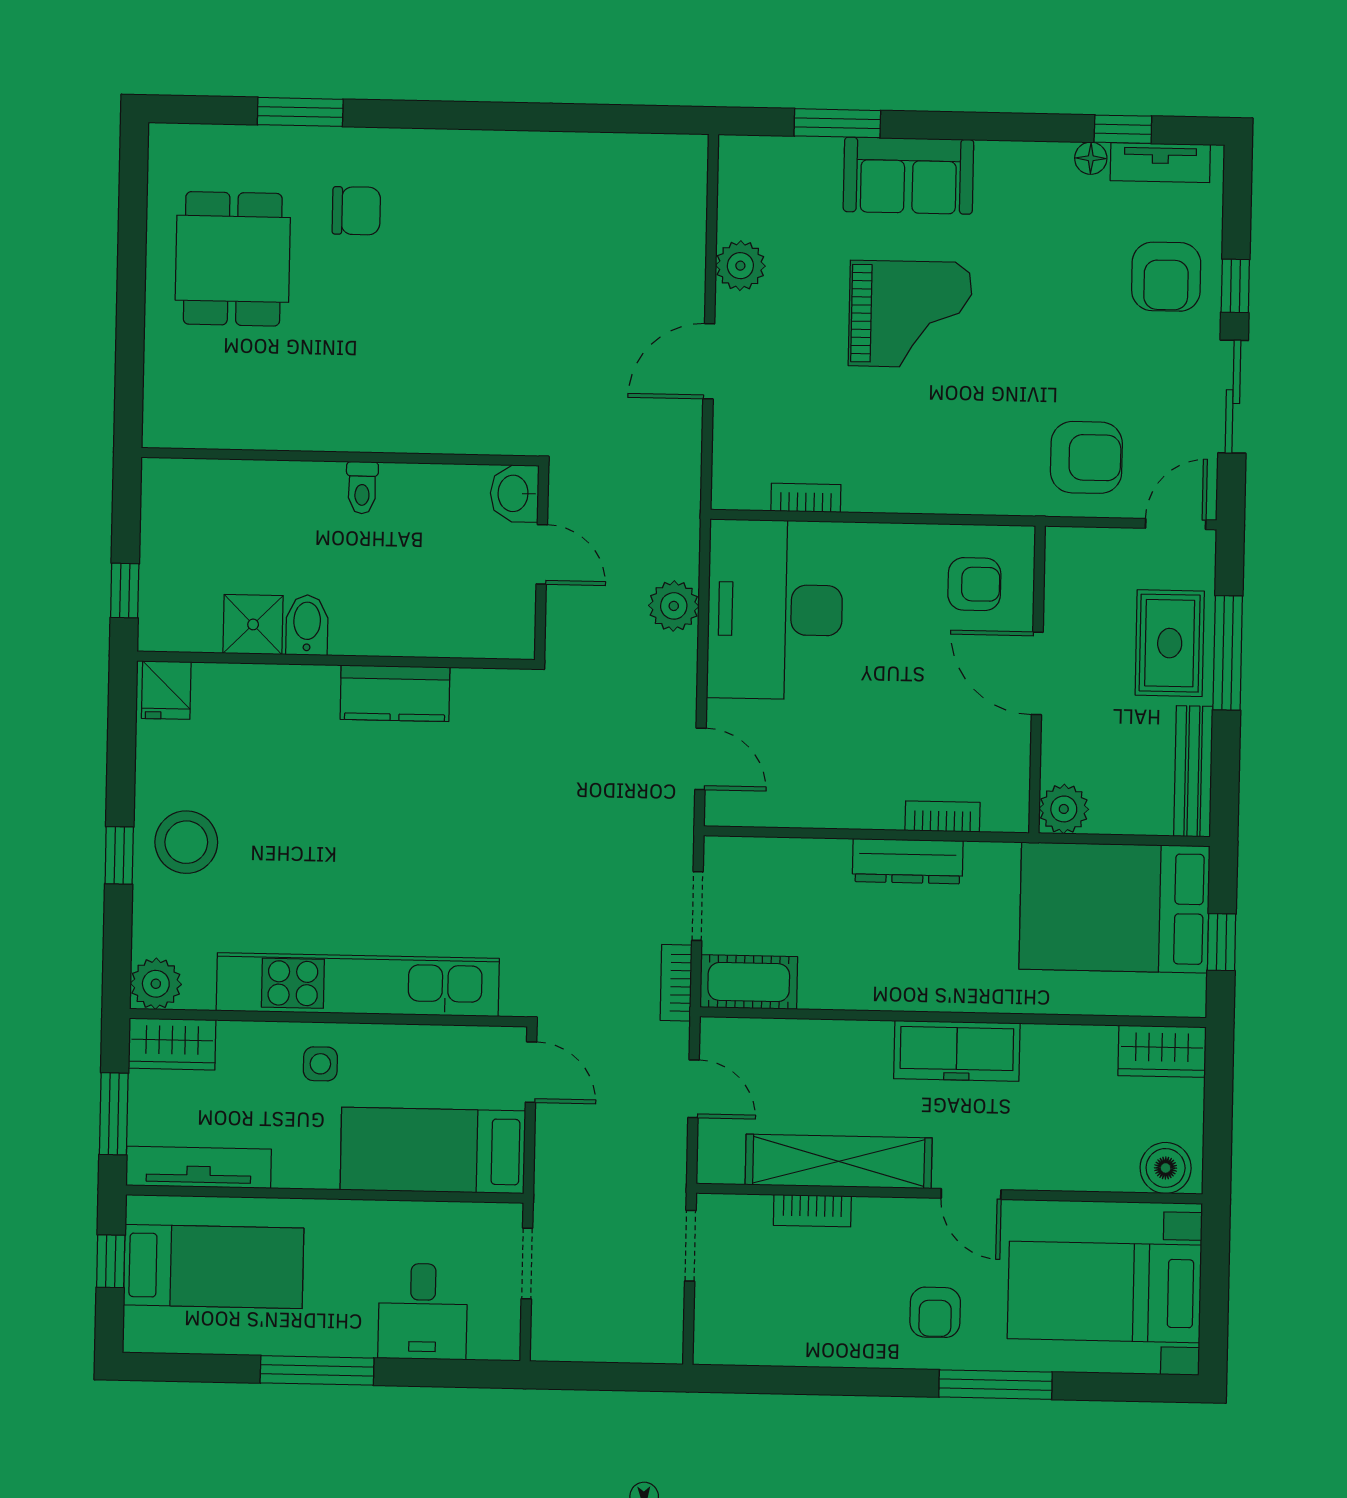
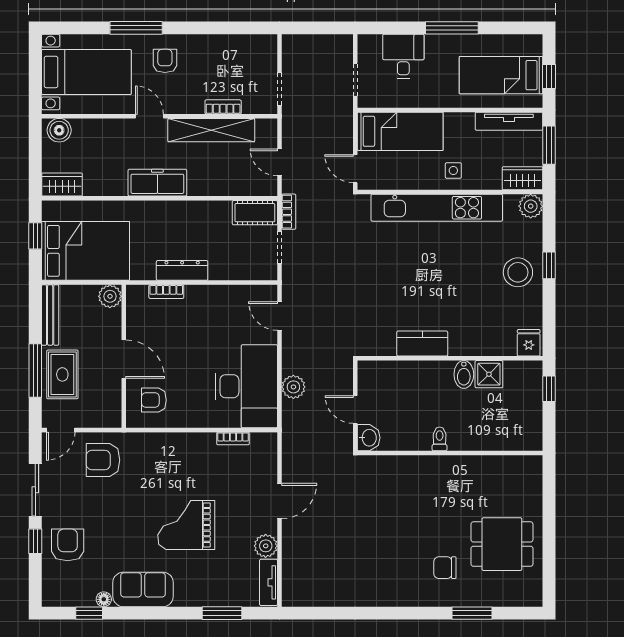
tv unit: (1160, 163) -> (269, 582), moved, turned -90
sofa: (908, 176) -> (143, 589), moved
dining table: (233, 259) -> (502, 544), turned 90

